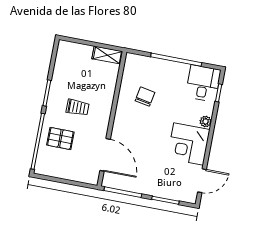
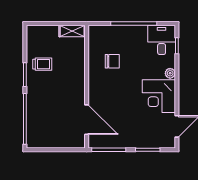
chair: (145, 97) -> (112, 61), turned 79
trolley: (78, 107) -> (42, 64), moved
pallet: (60, 139) -> (44, 113), removed

